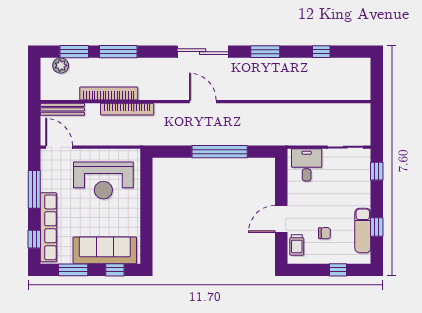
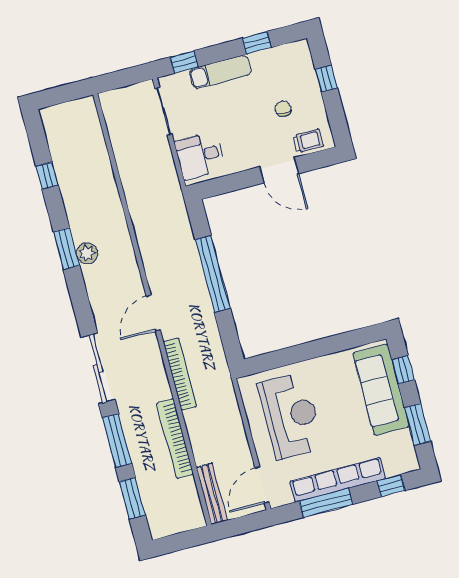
sliding door: (203, 52) -> (98, 369), moved
plant: (61, 65) -> (87, 253), moved
bookcase: (127, 109) -> (180, 374), moved
row of seats: (48, 227) -> (338, 480), moved
exam couch: (363, 230) -> (220, 72), moved

